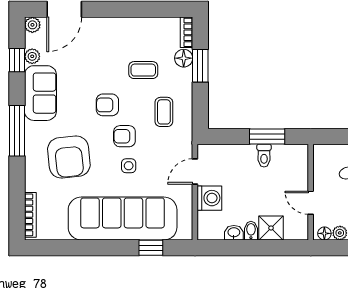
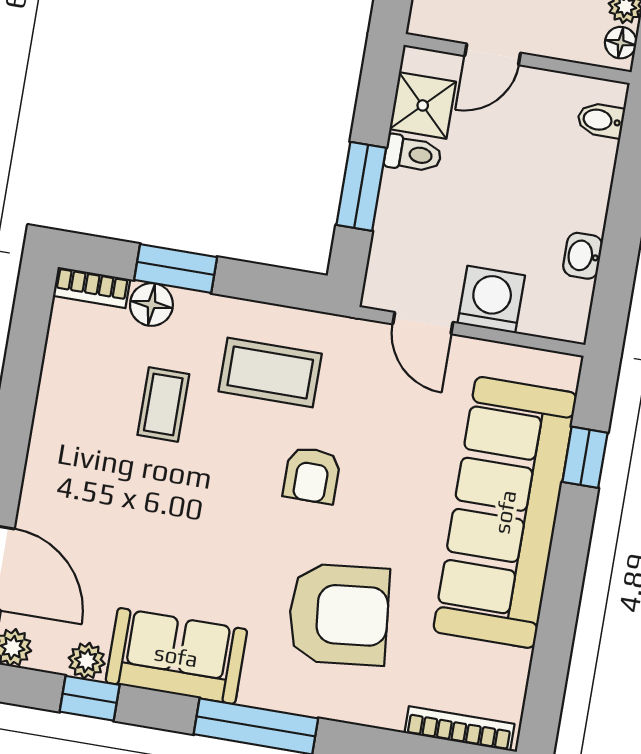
armchair: (107, 105) -> (231, 503), removed
coffee table: (164, 112) -> (270, 373), width x1.36, depth x1.30
window: (267, 136) -> (361, 186), moved
side table: (129, 166) -> (383, 477), removed
door: (311, 203) -> (493, 54), moved
shower: (271, 228) -> (423, 105), moved
bidet: (251, 231) -> (601, 120), moved

